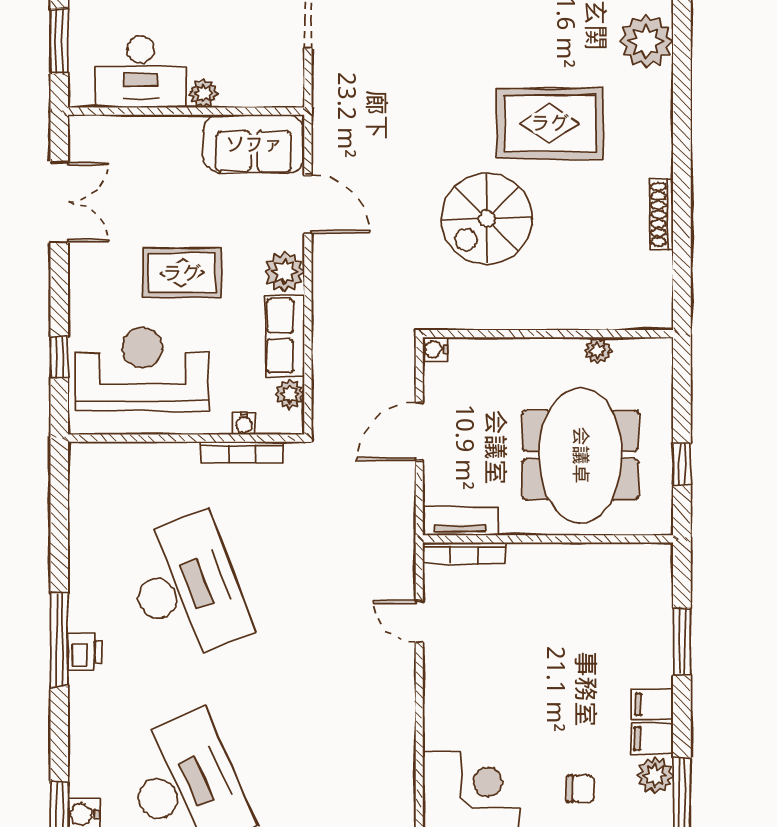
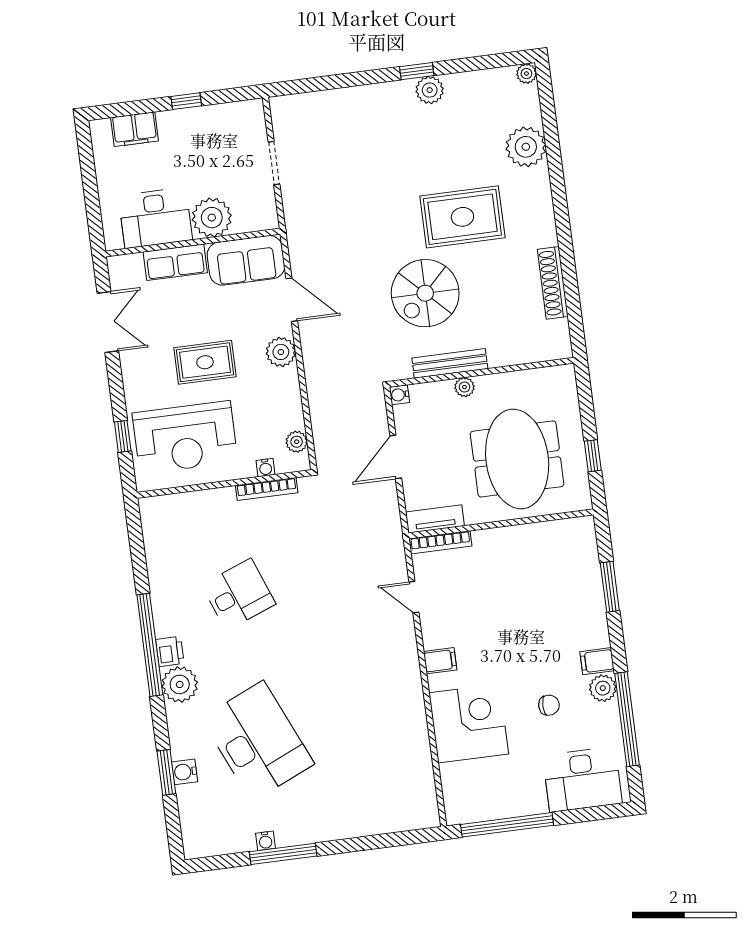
window: (59, 41) -> (92, 203), removed
plant: (203, 93) -> (212, 218), width x1.87, depth x1.87
shoe rack: (661, 214) -> (553, 283), width x1.36, depth x1.24
bench: (507, 316) -> (450, 363), added
row of seats: (285, 336) -> (175, 262), moved, turned -90
plant: (598, 350) -> (464, 387), moved
reception desk: (142, 369) -> (185, 437), turned 180
desk: (186, 587) -> (239, 594), width x0.53, depth x0.77
window: (59, 639) -> (150, 645), width x1.46
plant: (92, 697) -> (180, 684), added
filing cabinet: (653, 704) -> (440, 661), moved, turned 180

